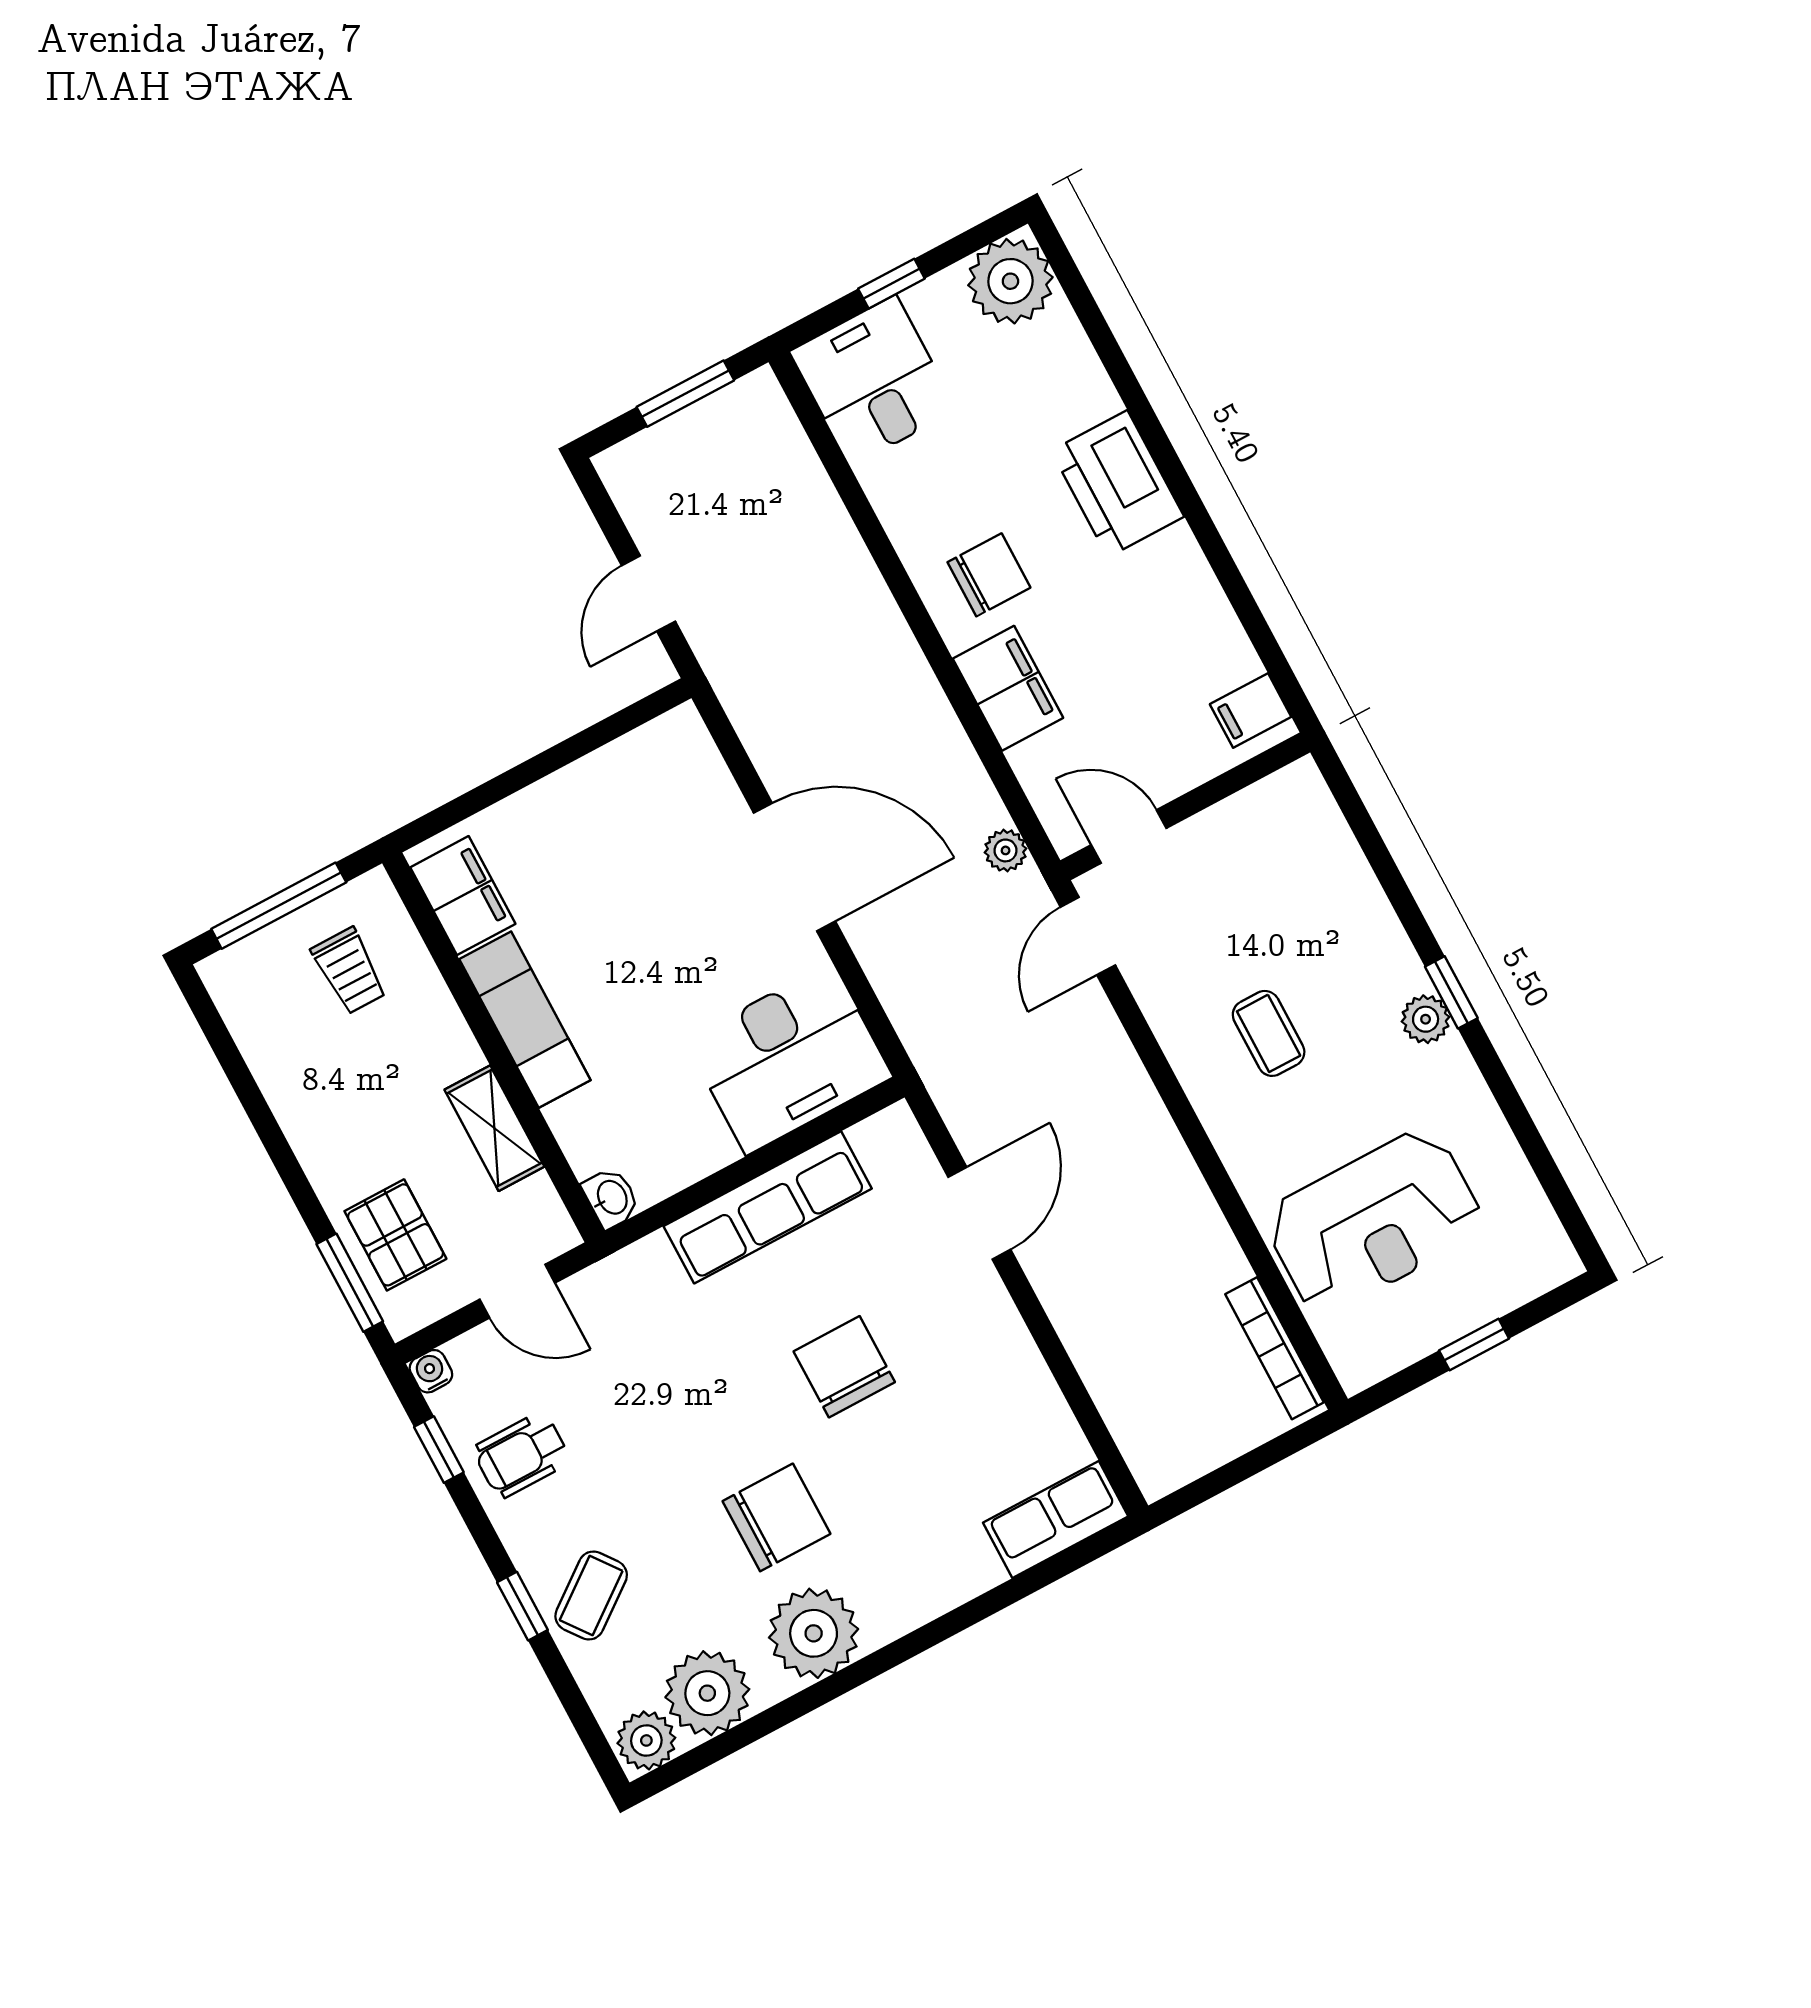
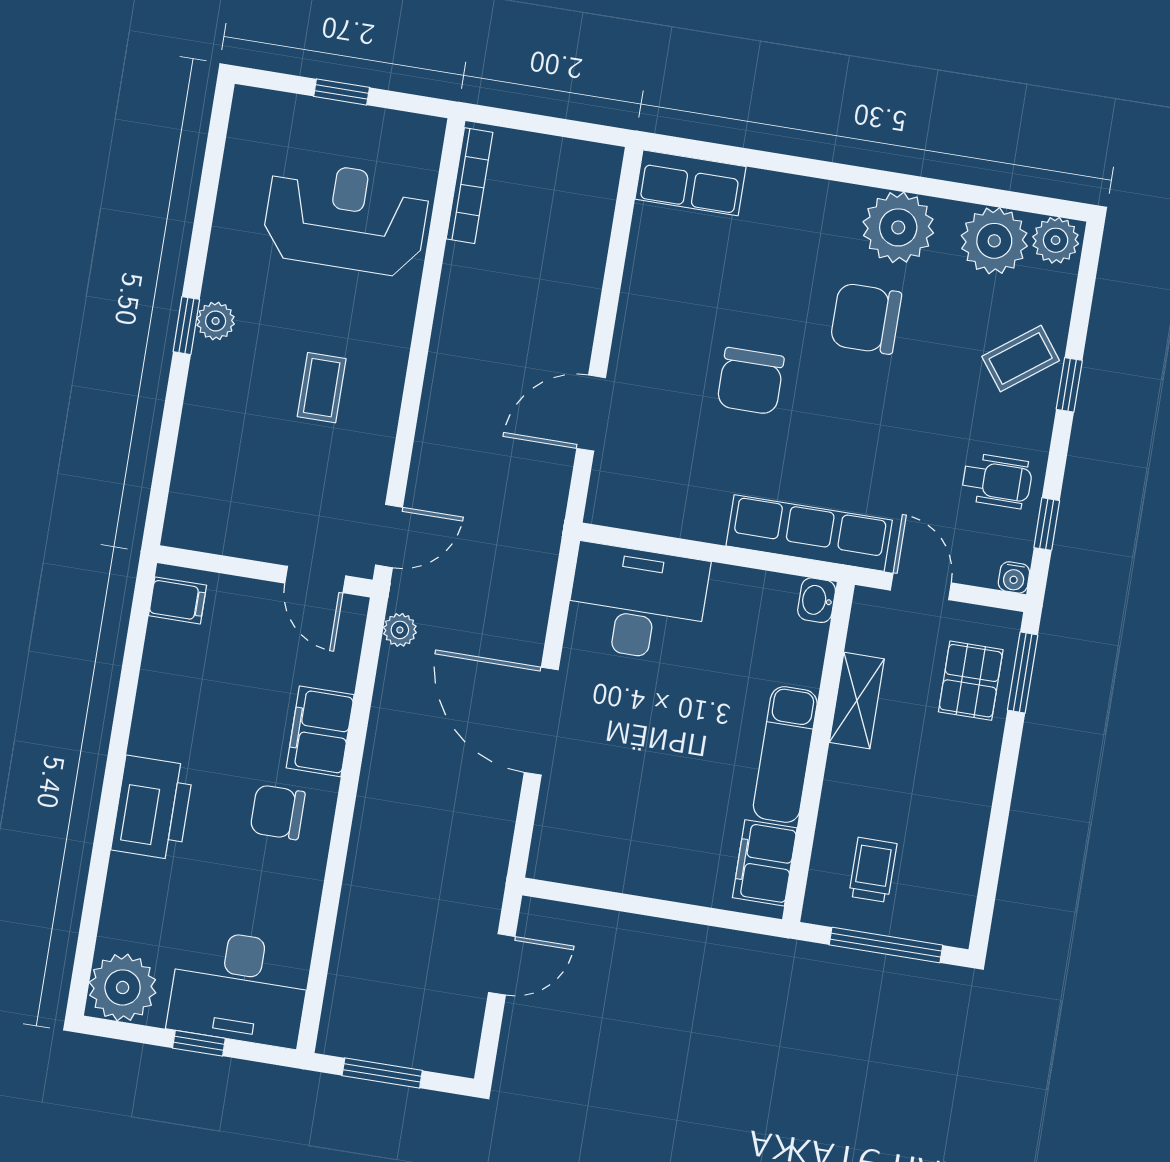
desk: (873, 381) -> (239, 988), width x1.37
row of seats: (768, 1207) -> (809, 533), moved

